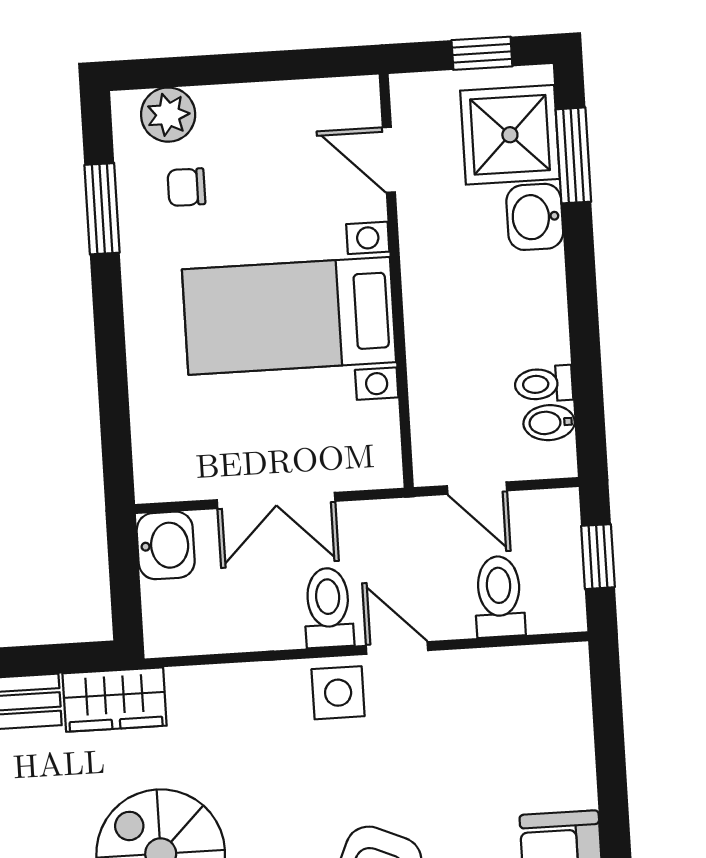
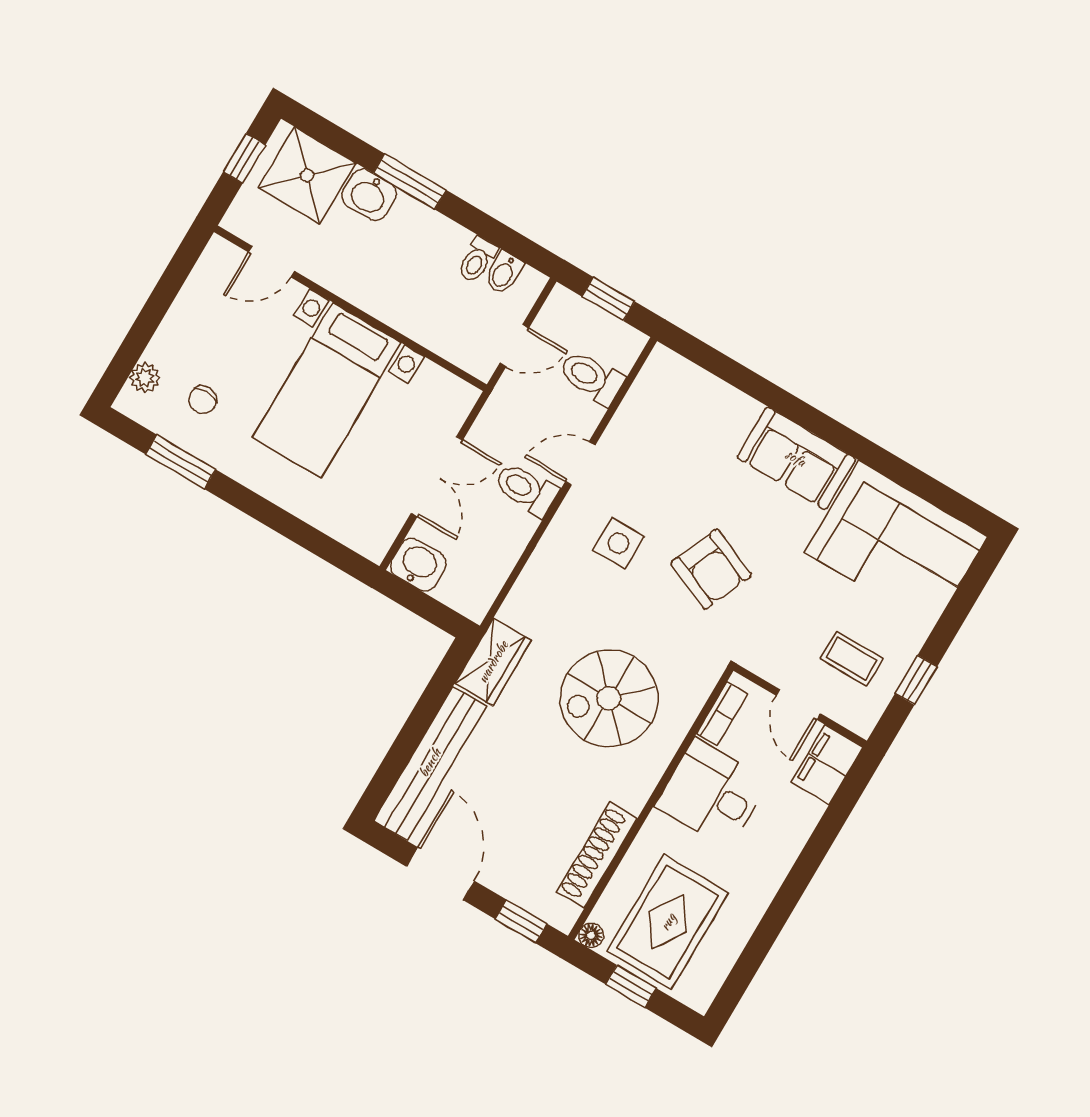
plant: (168, 115) -> (145, 378), width x0.73, depth x0.73
window: (573, 155) -> (410, 181), moved
side table: (338, 693) -> (618, 543), moved

